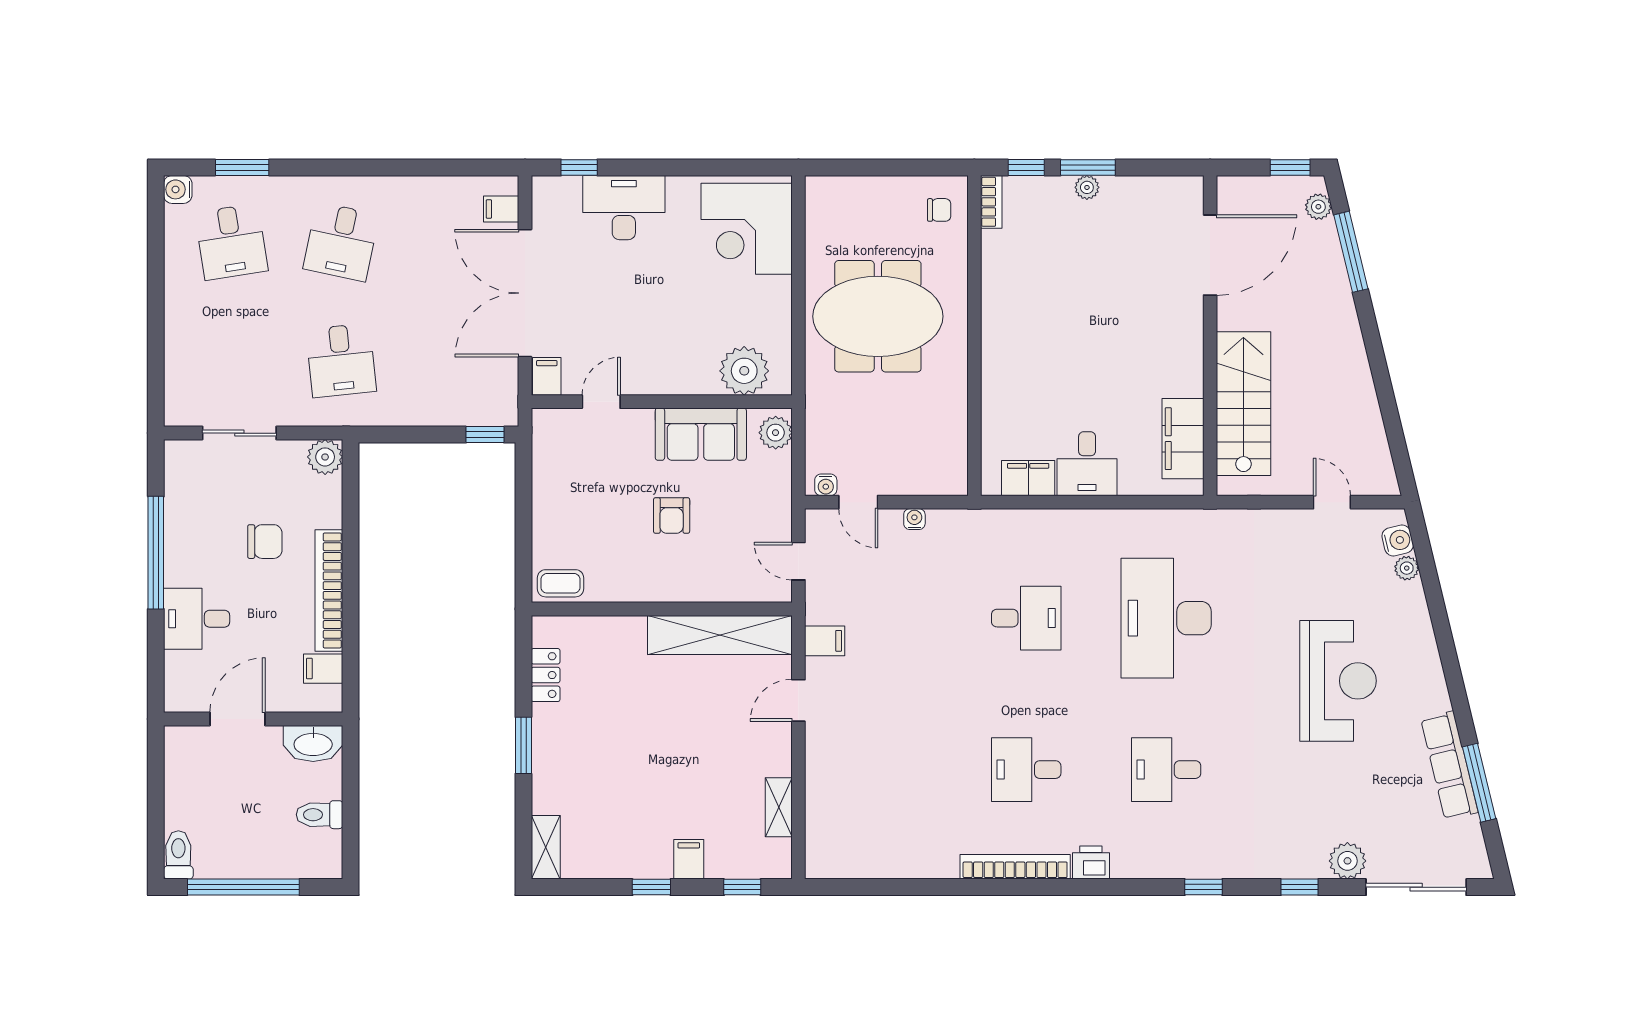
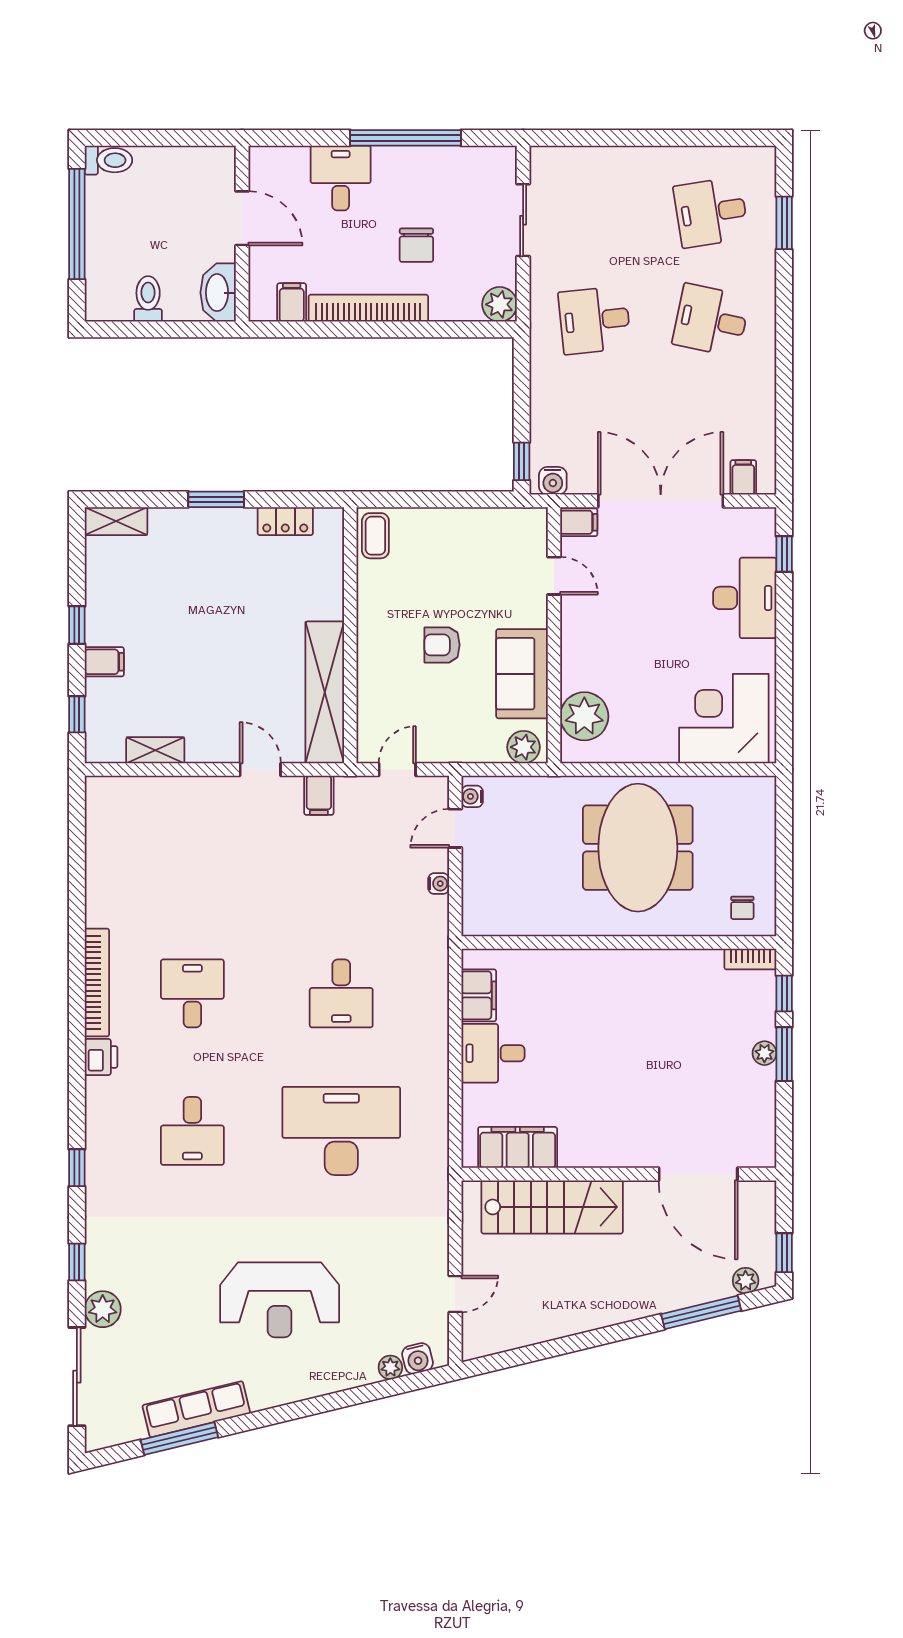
water cooler: (178, 189) -> (553, 481), moved, turned 180
desk: (1166, 770) -> (192, 1131), turned 180

